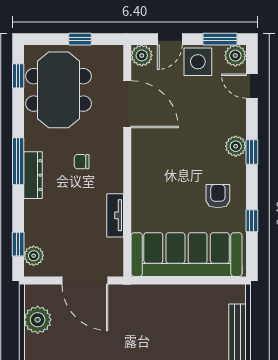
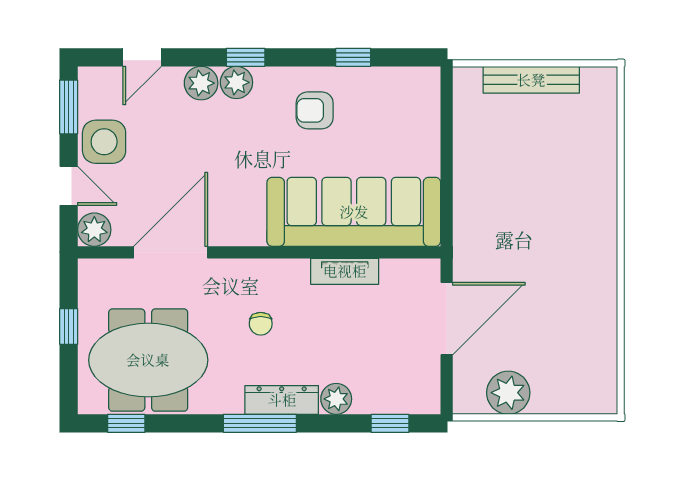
plant: (235, 56) -> (201, 83), moved
sofa: (187, 255) -> (354, 212), moved, turned 90
plant: (34, 256) -> (336, 399), moved

